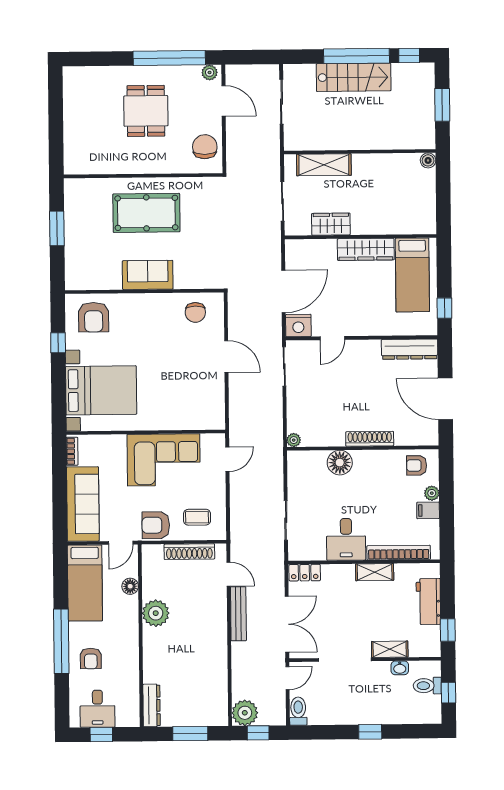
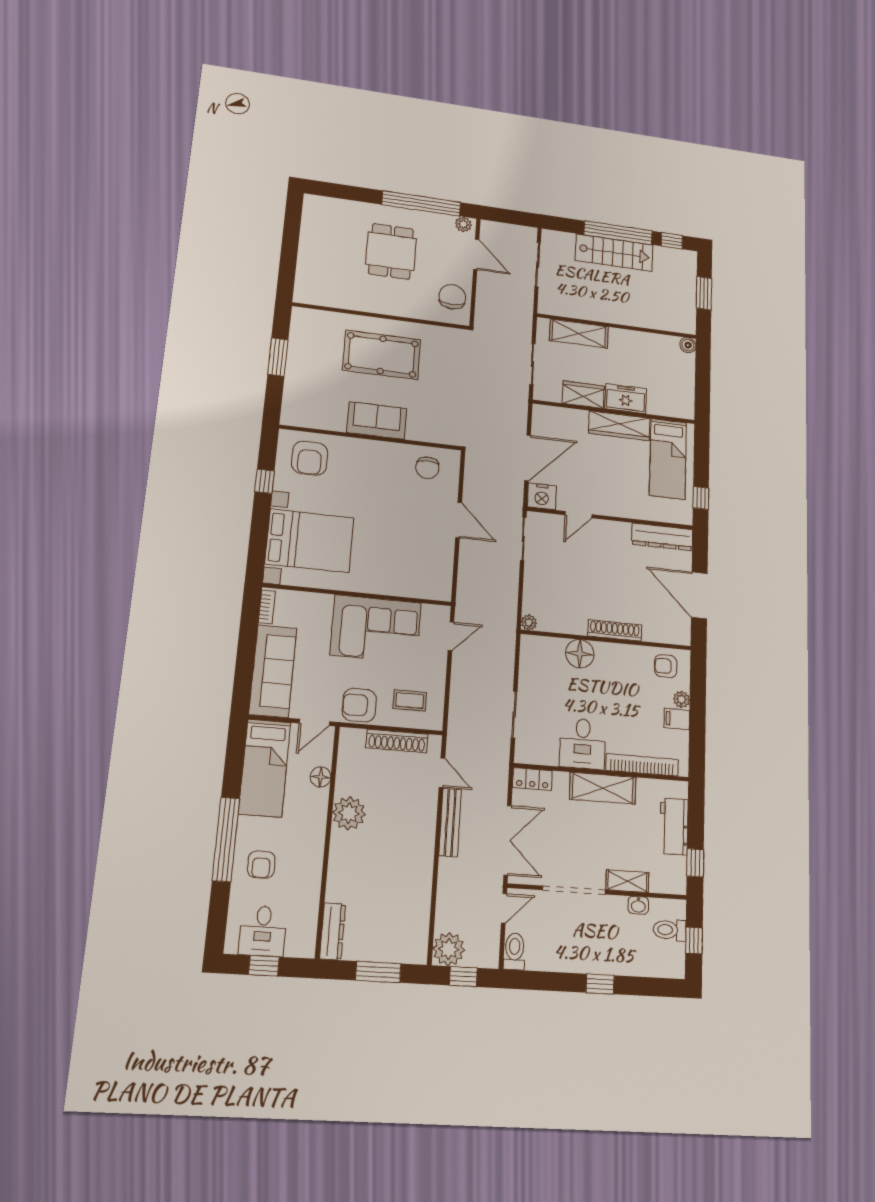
freezer: (371, 222) -> (626, 399), added
shelving: (375, 572) -> (603, 788), width x1.50, depth x1.33

